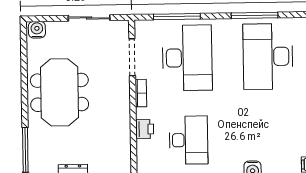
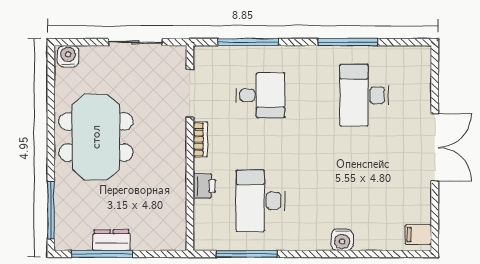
desk: (268, 57) -> (364, 95), width x0.73, depth x0.77
desk: (187, 58) -> (260, 95), width x0.53, depth x0.77
desk: (188, 140) -> (260, 201), turned 180

